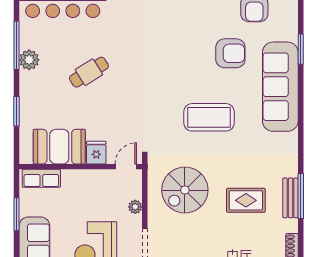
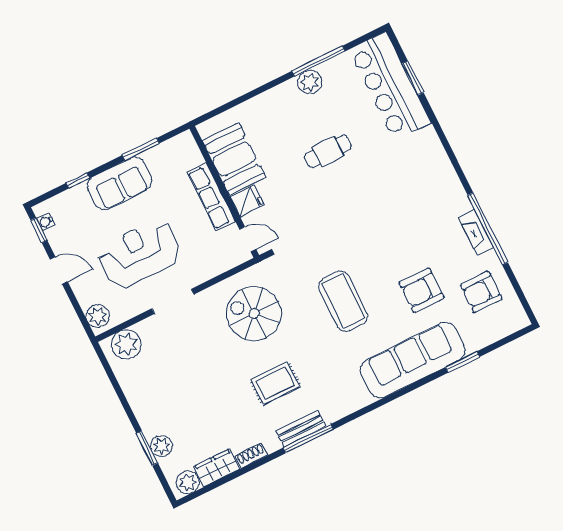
armchair: (230, 53) -> (422, 290), turned 90
cafe table: (89, 72) -> (328, 151), turned -58
window: (16, 111) -> (249, 96), removed
row of seats: (41, 178) -> (211, 197), moved, width x1.48
rug: (246, 200) -> (275, 383), turned 90
plant: (135, 207) -> (211, 270), removed

